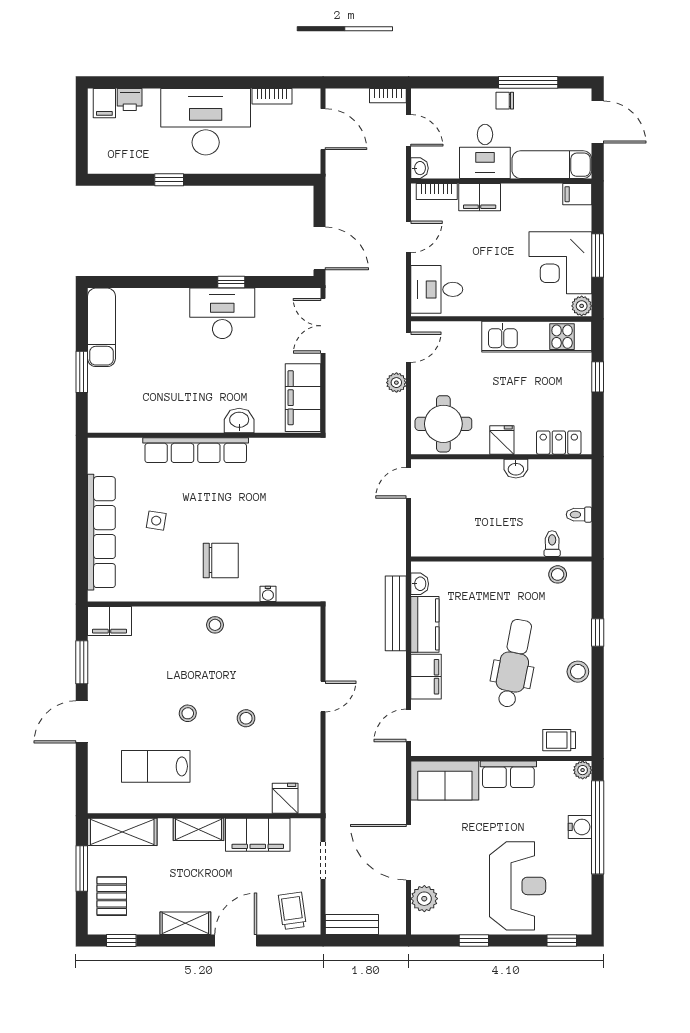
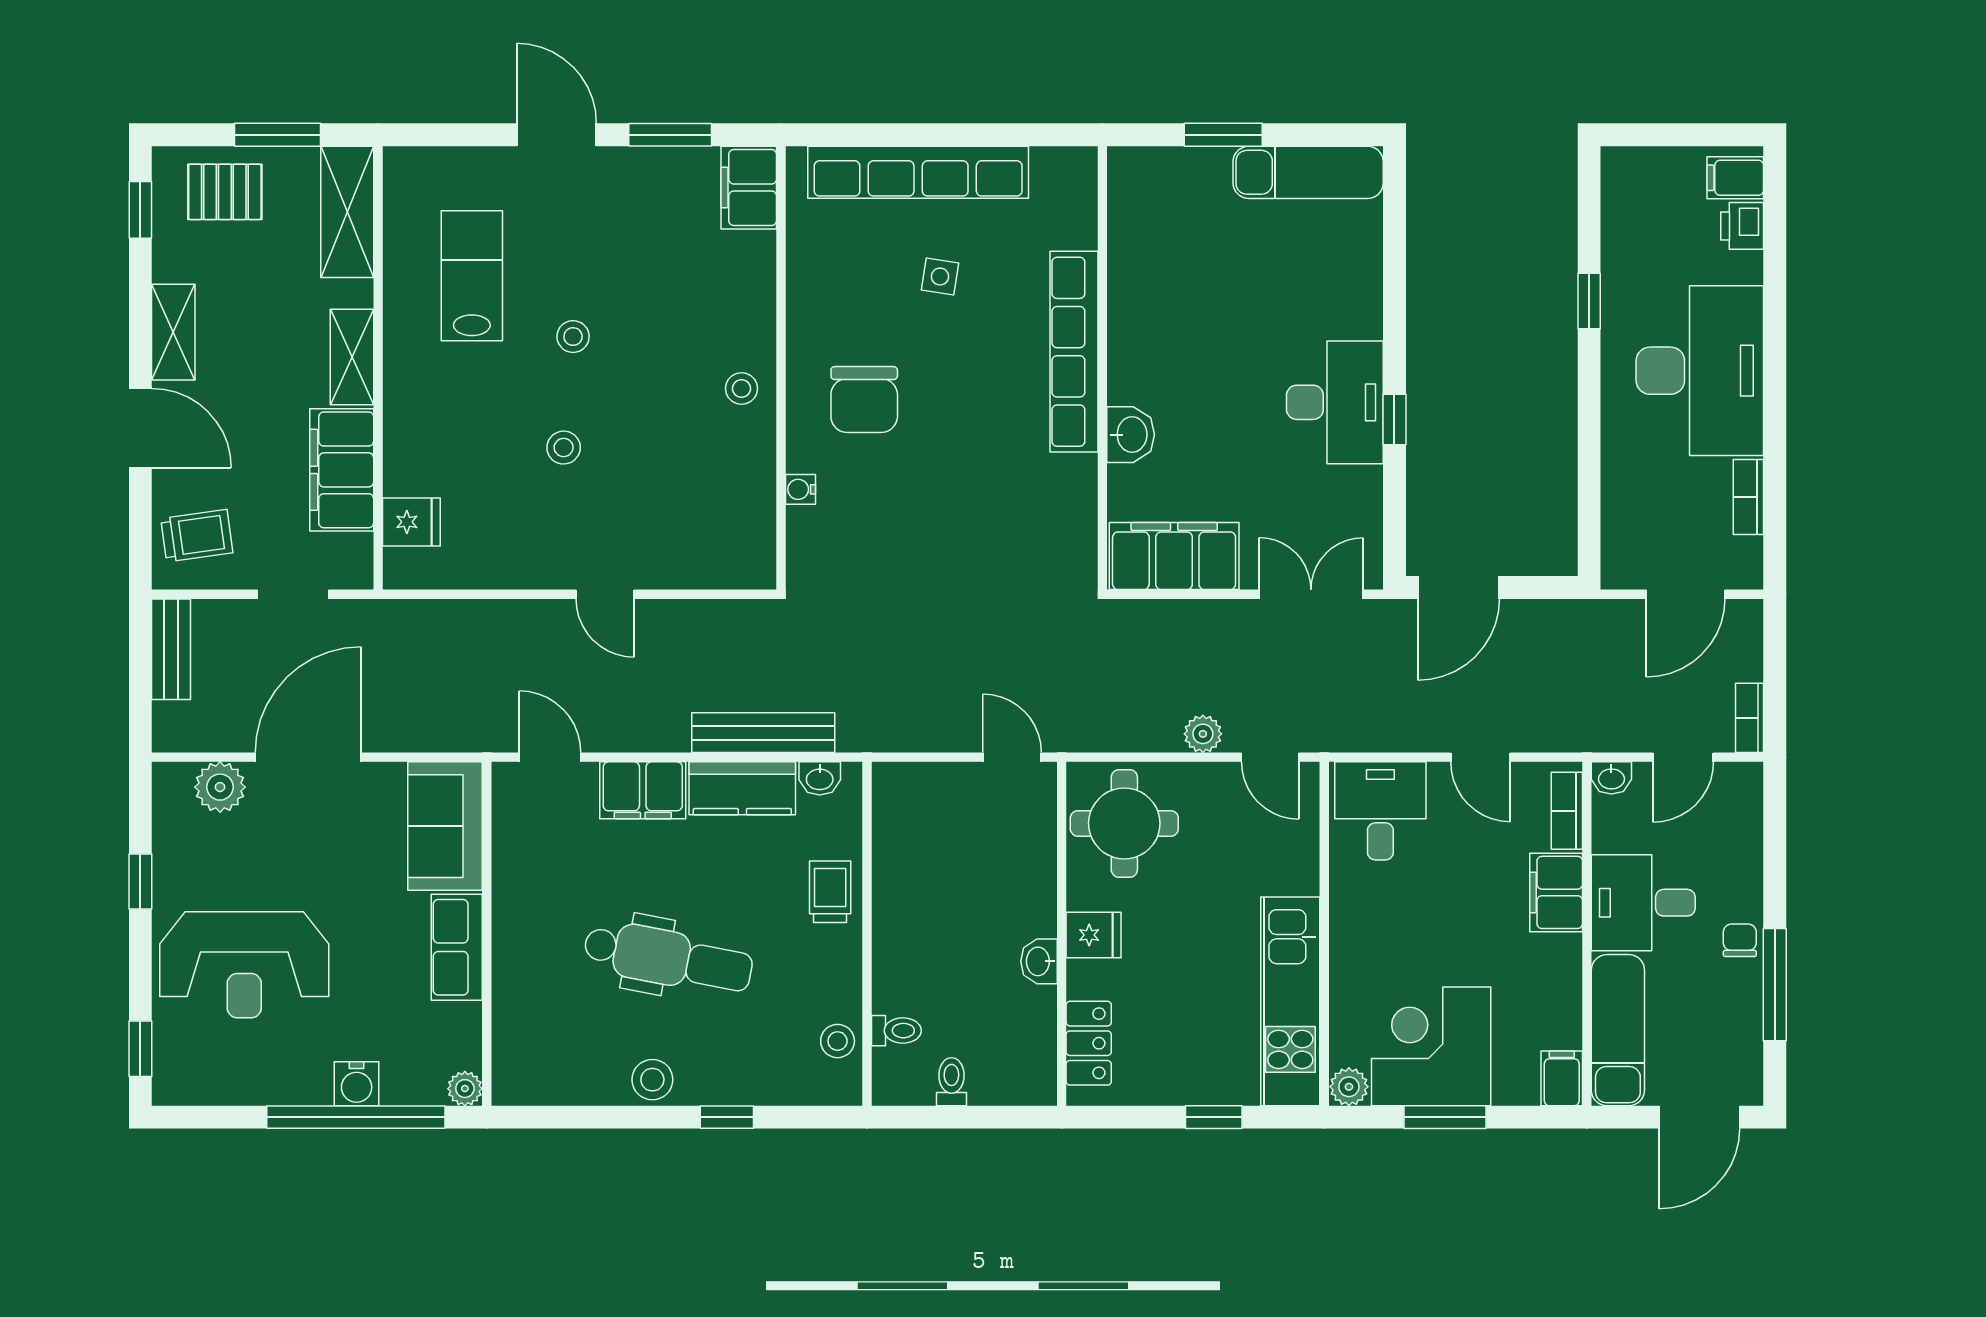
trolley: (559, 740) -> (830, 892), moved

